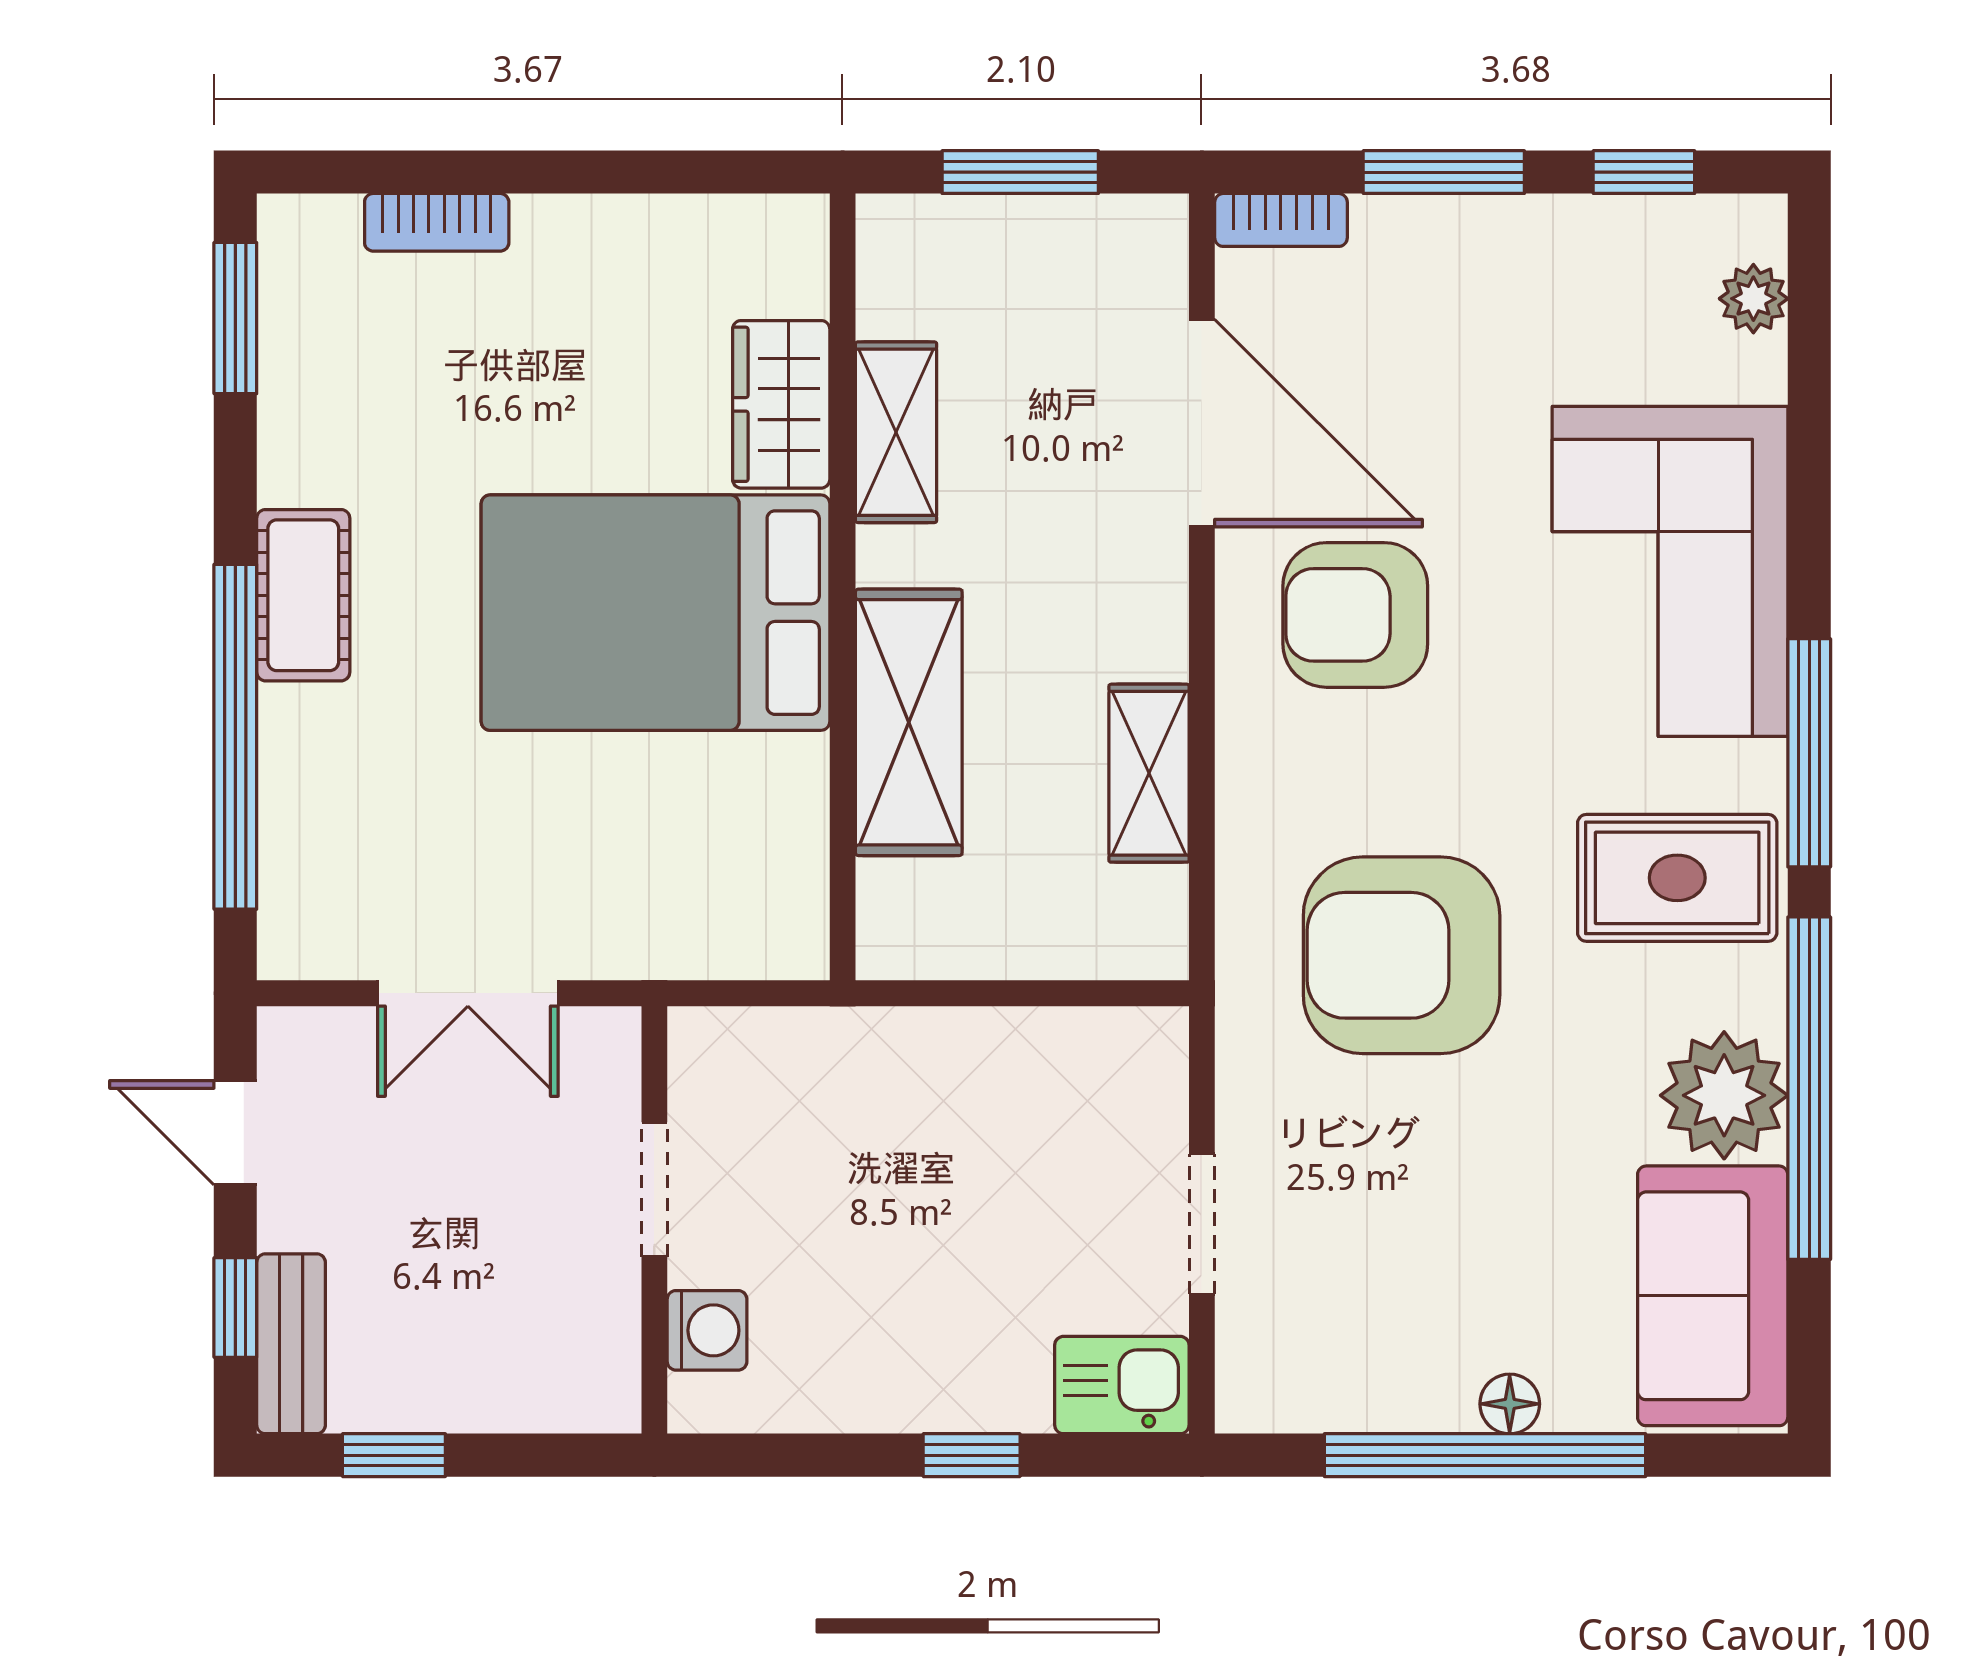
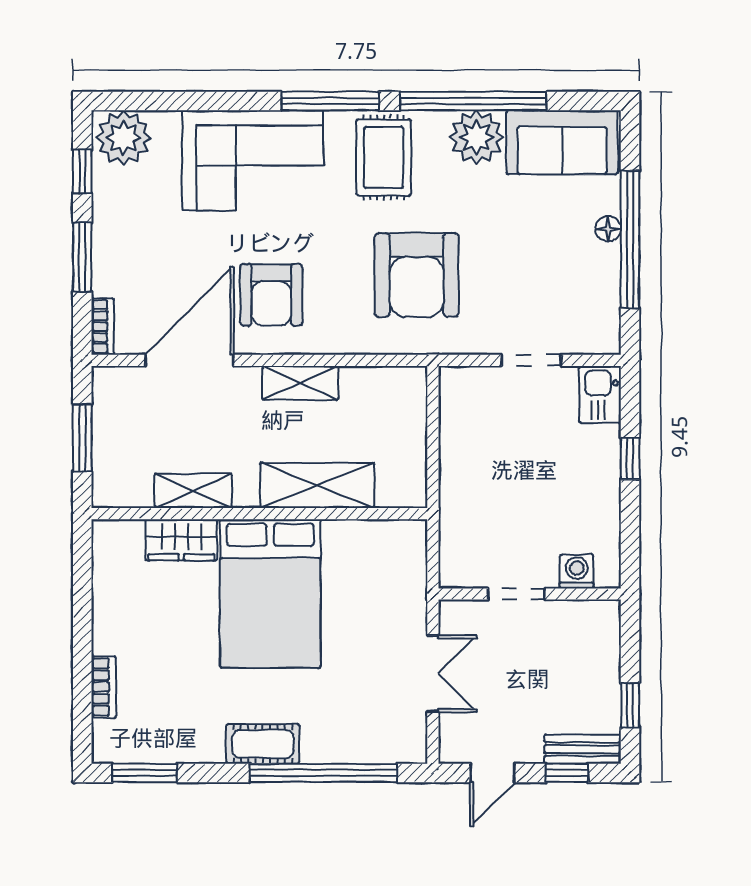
plant: (1753, 299) -> (123, 138), width x1.87, depth x1.87
shelving: (1149, 773) -> (300, 383), moved

